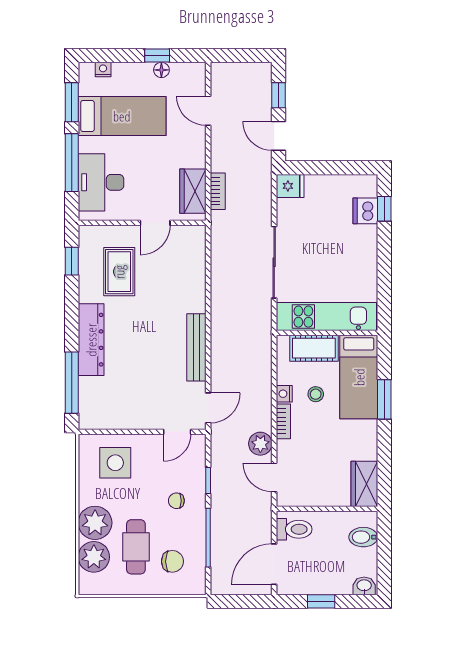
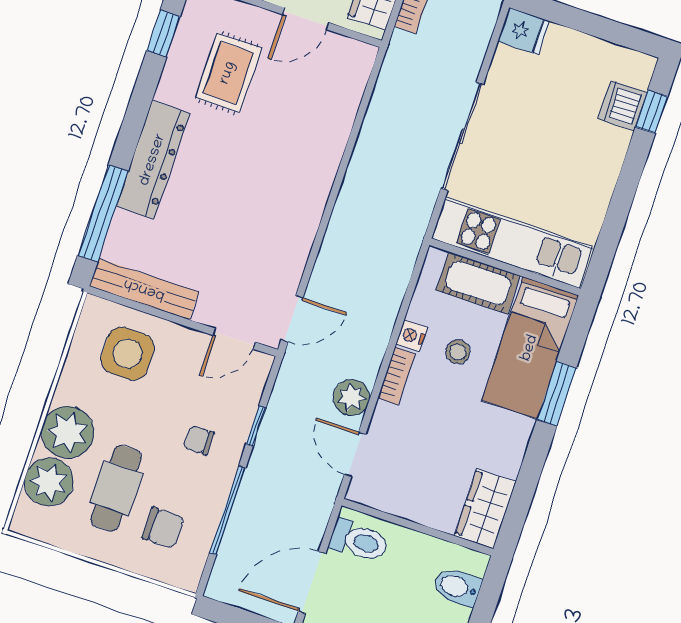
bench: (196, 347) -> (144, 289), moved, turned 90

